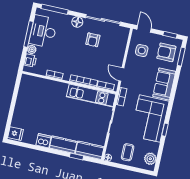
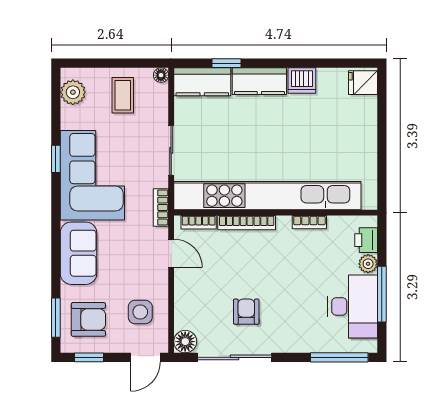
floor lamp: (77, 22) -> (185, 342), moved
door: (144, 29) -> (145, 357), hinge flipped
kitchen unit: (91, 96) -> (267, 196), width x1.86

